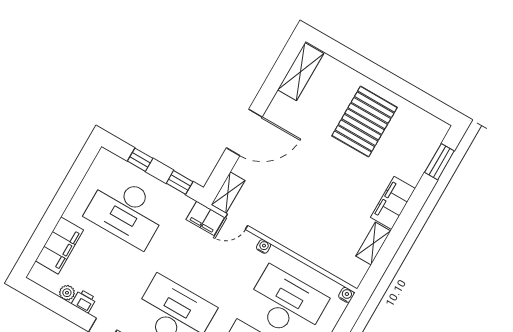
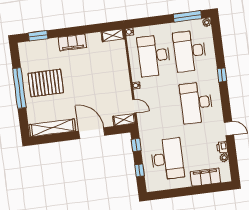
shelving: (301, 72) -> (52, 128), width x1.47
window: (386, 79) -> (19, 88), added
filing cabinet: (205, 218) -> (143, 121), removed
shelving: (373, 244) -> (113, 35), moved

